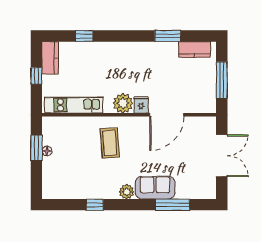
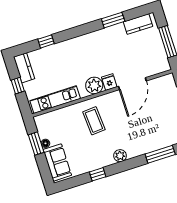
sofa: (155, 188) -> (57, 162), moved, turned 90

